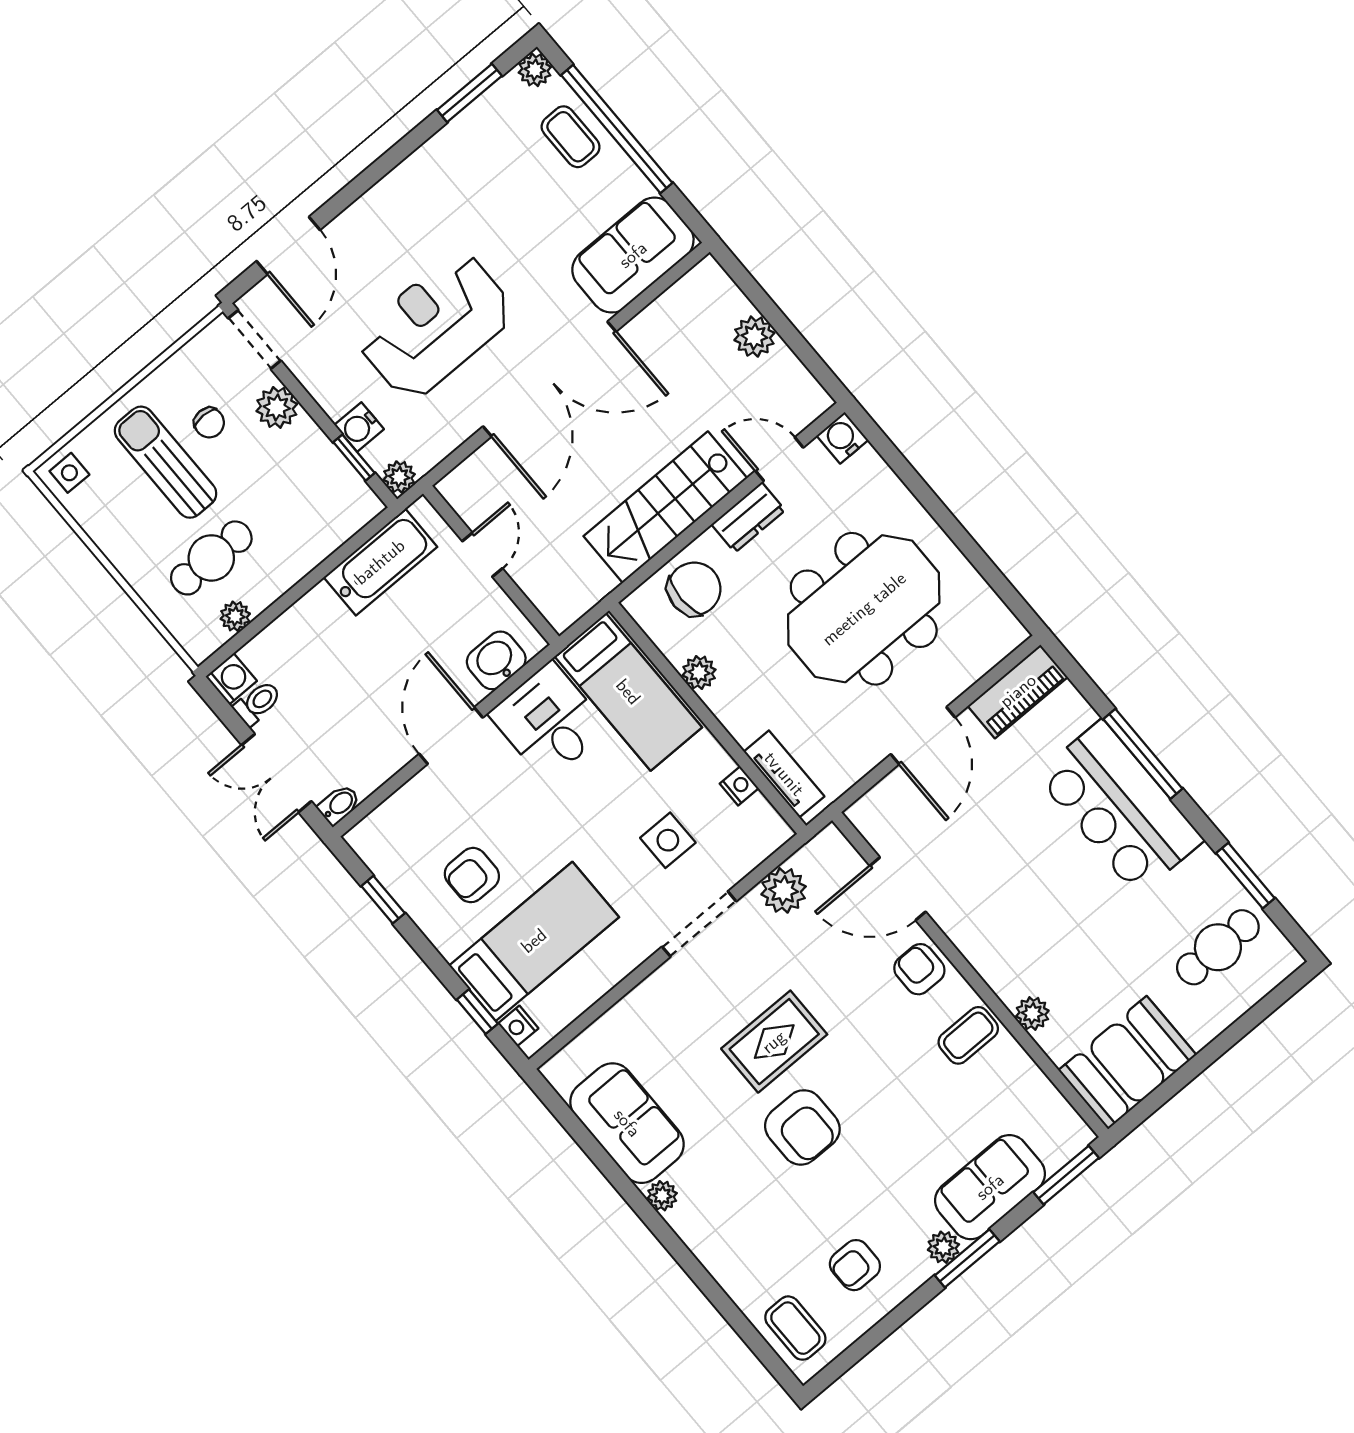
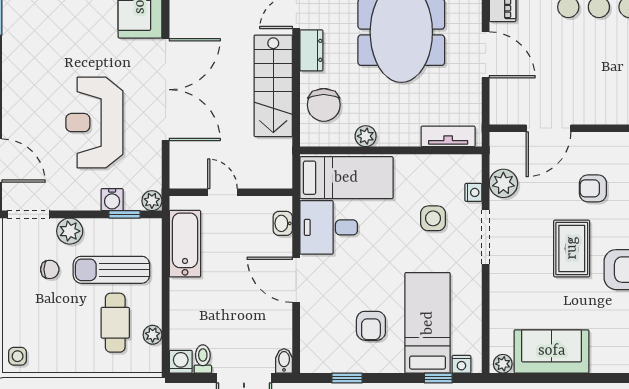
sun lounger: (166, 462) -> (111, 270), moved
chair: (694, 589) -> (324, 105), turned 180
washbasin: (496, 660) -> (283, 223), width x0.72, depth x0.69
nightstand: (739, 786) -> (473, 192), moved, turned 90
armchair: (919, 969) -> (593, 188), moved
plant: (662, 1196) -> (503, 364), moved

